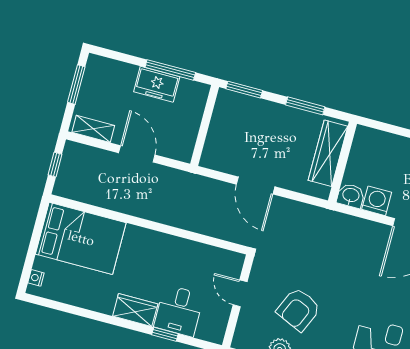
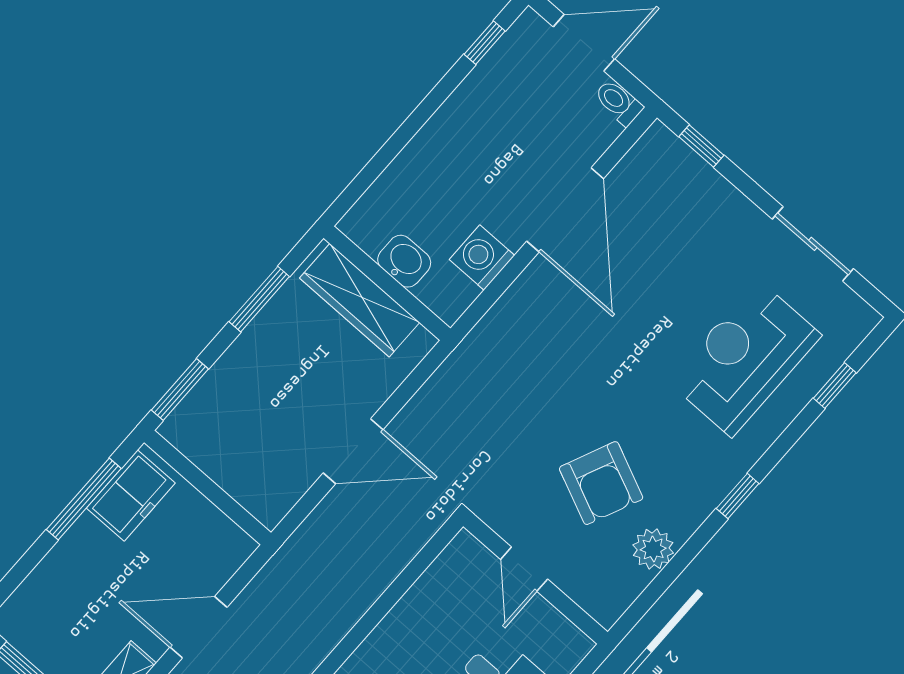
freezer: (157, 84) -> (131, 496), moved
washbasin: (351, 196) -> (404, 261), moved, turned 90
door: (240, 293) -> (524, 569), hinge flipped

